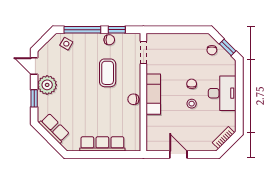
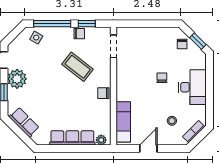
coffee table: (108, 73) -> (78, 67), turned -52
exam couch: (153, 94) -> (123, 122), moved
stool: (192, 104) -> (172, 121), moved
plant: (131, 146) -> (101, 140), added
door: (178, 154) -> (148, 149), hinge flipped

